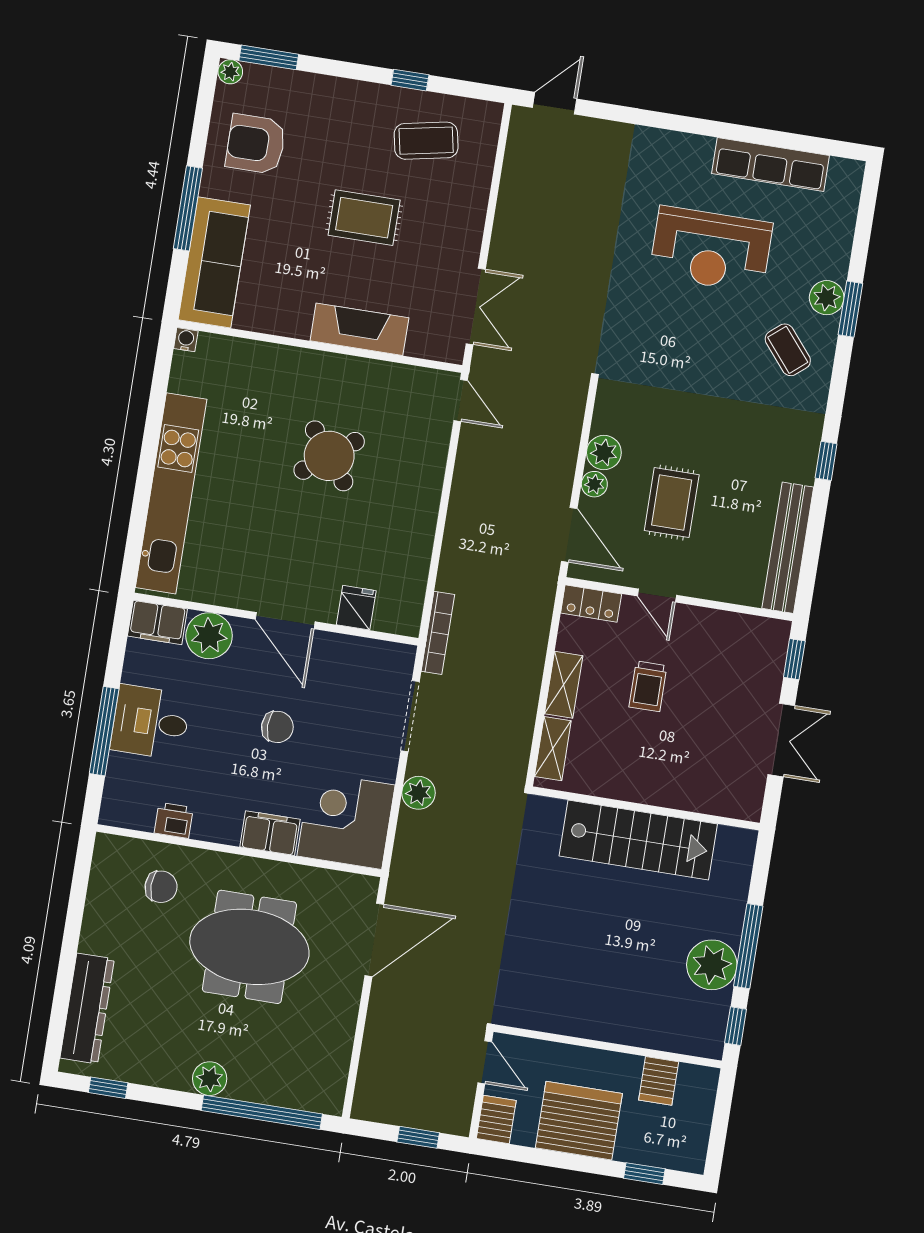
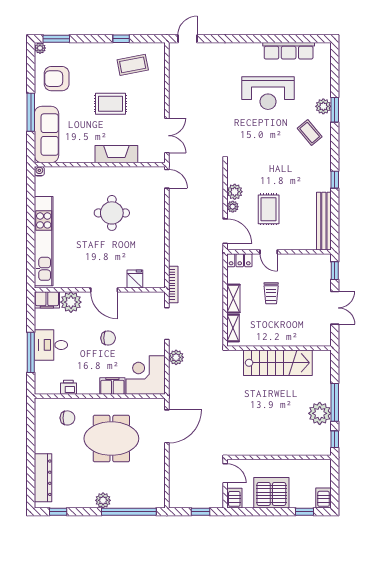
round table: (329, 456) -> (112, 213), turned 38
server rack: (659, 1081) -> (324, 498), moved, turned 180

